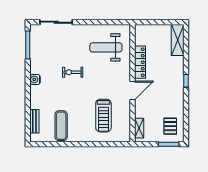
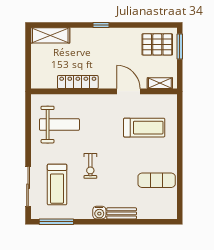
treadmill: (58, 45) -> (57, 184), added
weight bench: (106, 47) -> (59, 125), turned -90
door: (133, 90) -> (129, 91), moved
bench: (34, 121) -> (122, 213), moved
pallet: (170, 126) -> (157, 44), width x1.50, depth x1.42

